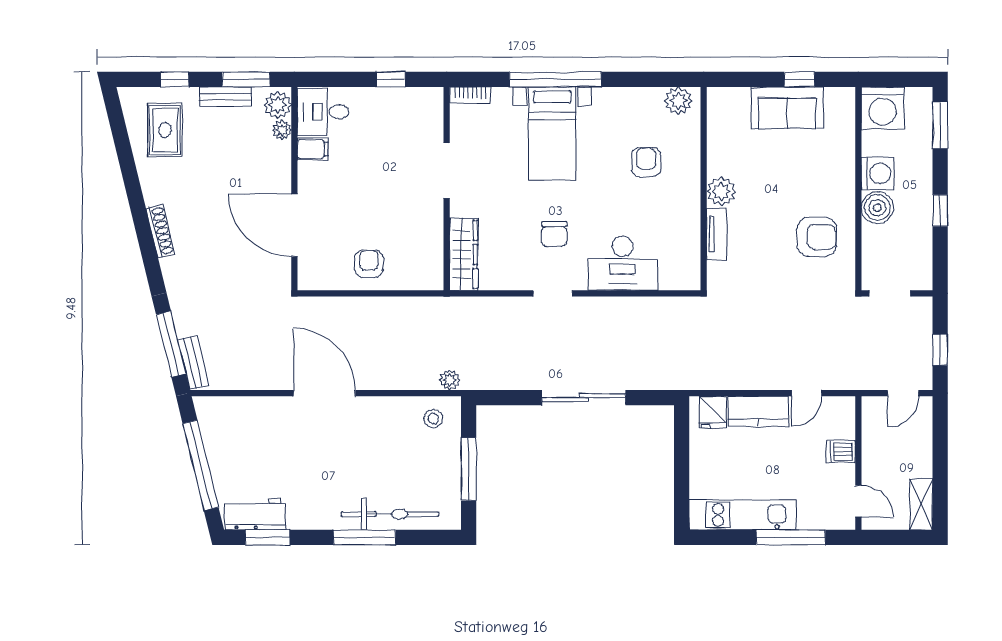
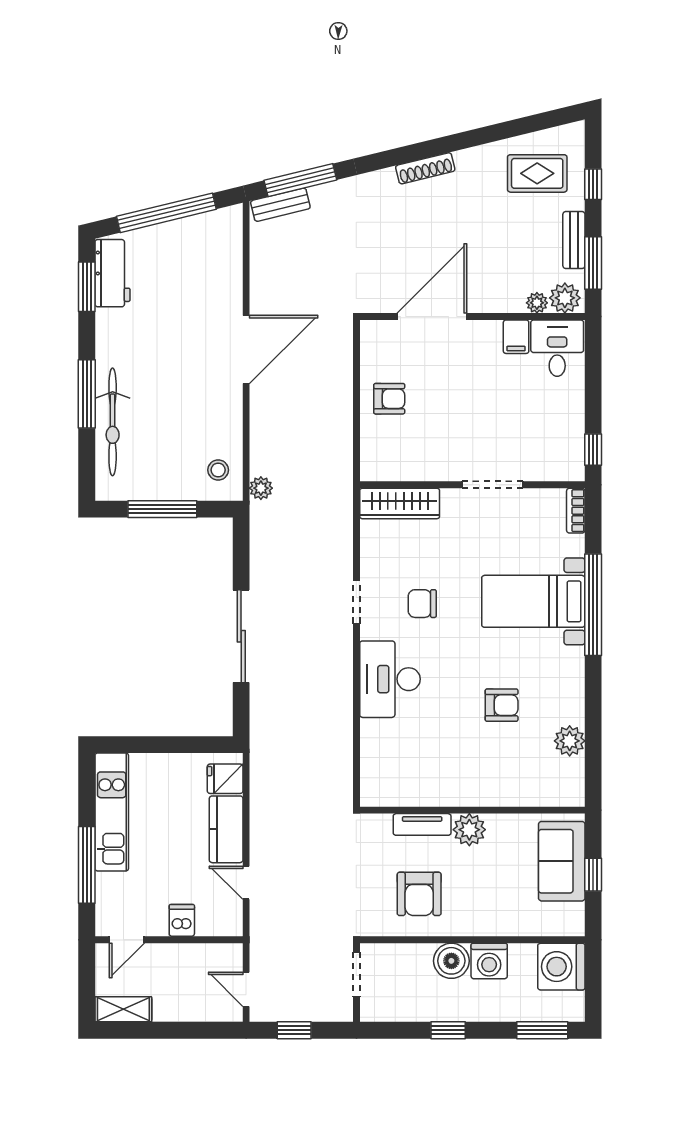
window: (391, 79) -> (593, 450), moved
wall: (704, 189) -> (472, 810), moved
plant: (721, 191) -> (469, 830), moved
tv unit: (717, 234) -> (422, 824), moved

